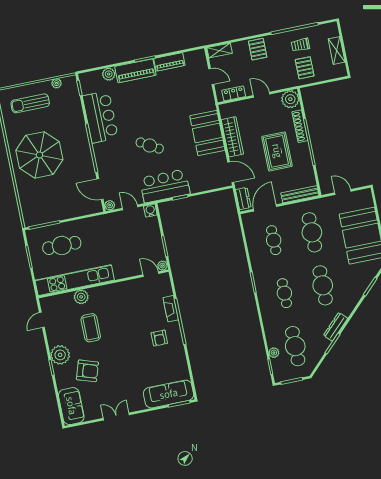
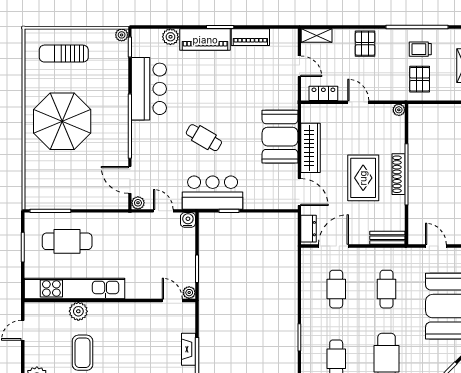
plant: (56, 83) -> (122, 35), moved
plant: (290, 99) -> (399, 110), width x0.53, depth x0.53
shoe rack: (300, 126) -> (399, 174), moved
bench: (300, 194) -> (387, 238), width x0.73
cafe table: (312, 232) -> (387, 289), width x0.73, depth x0.74

